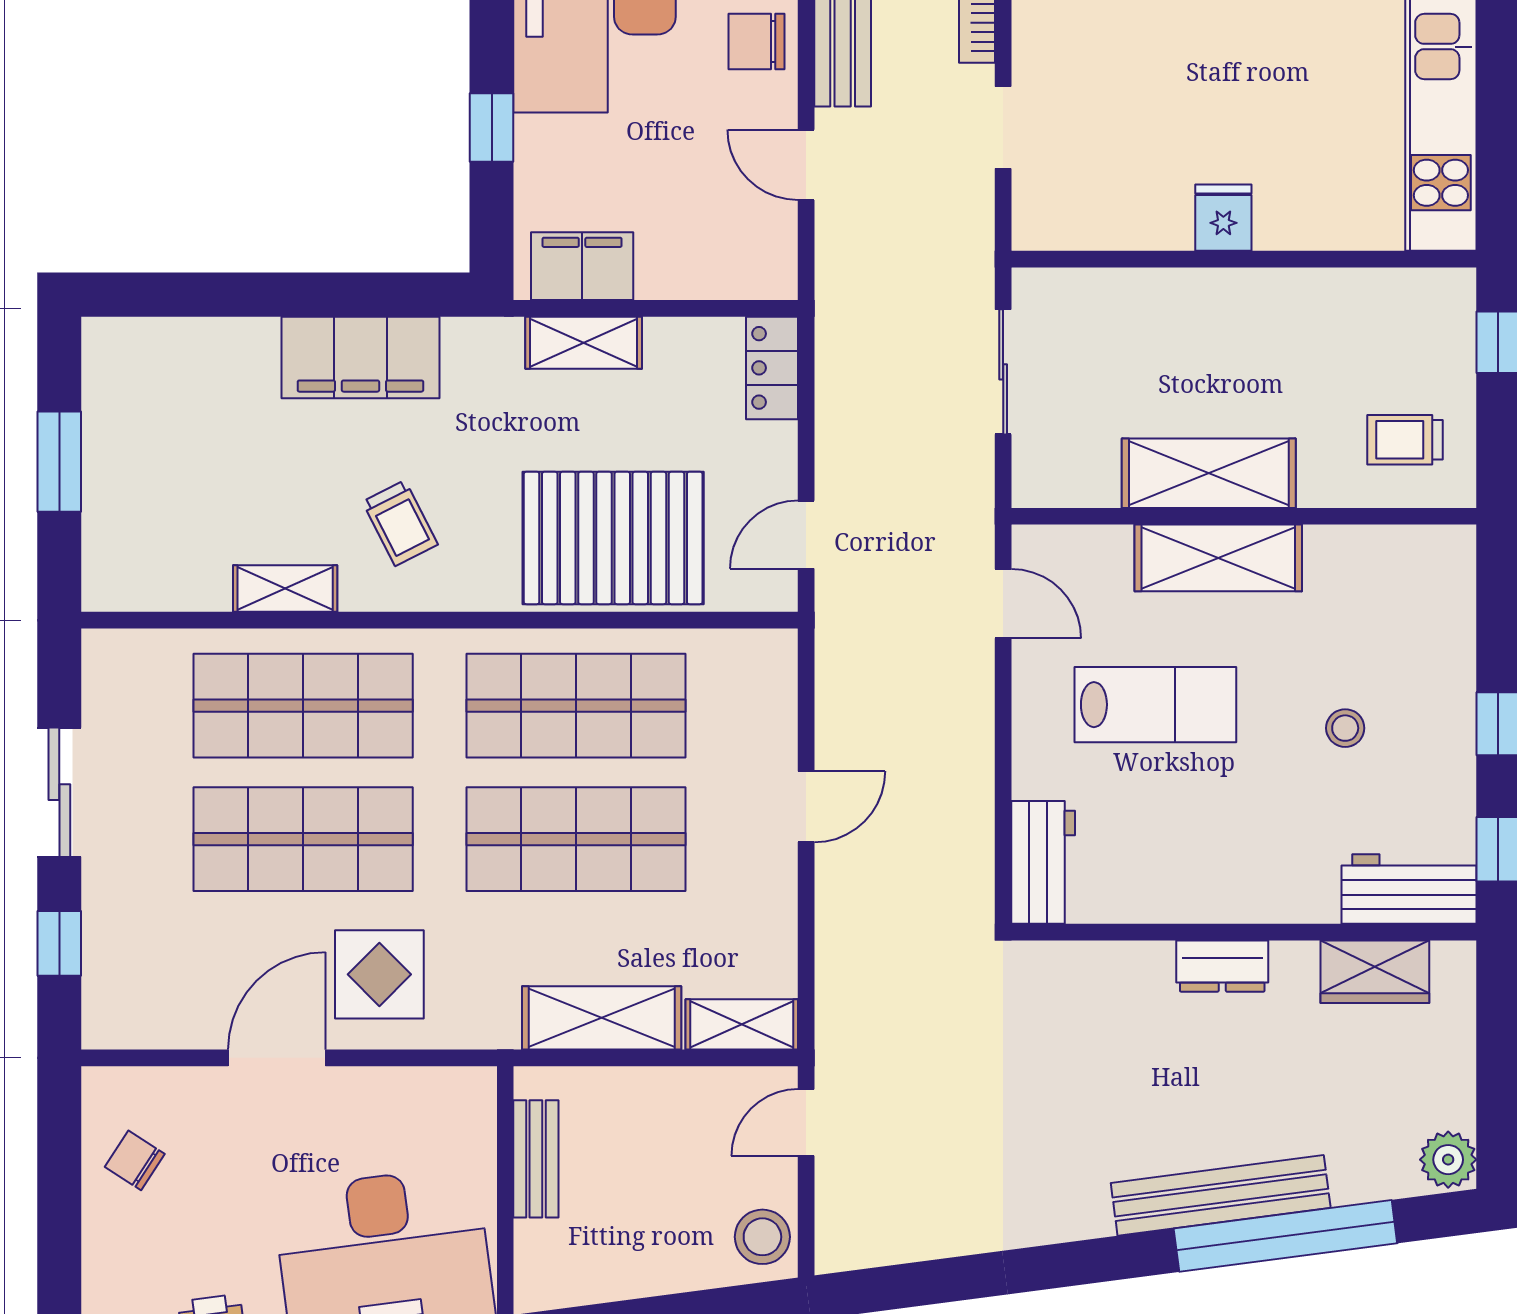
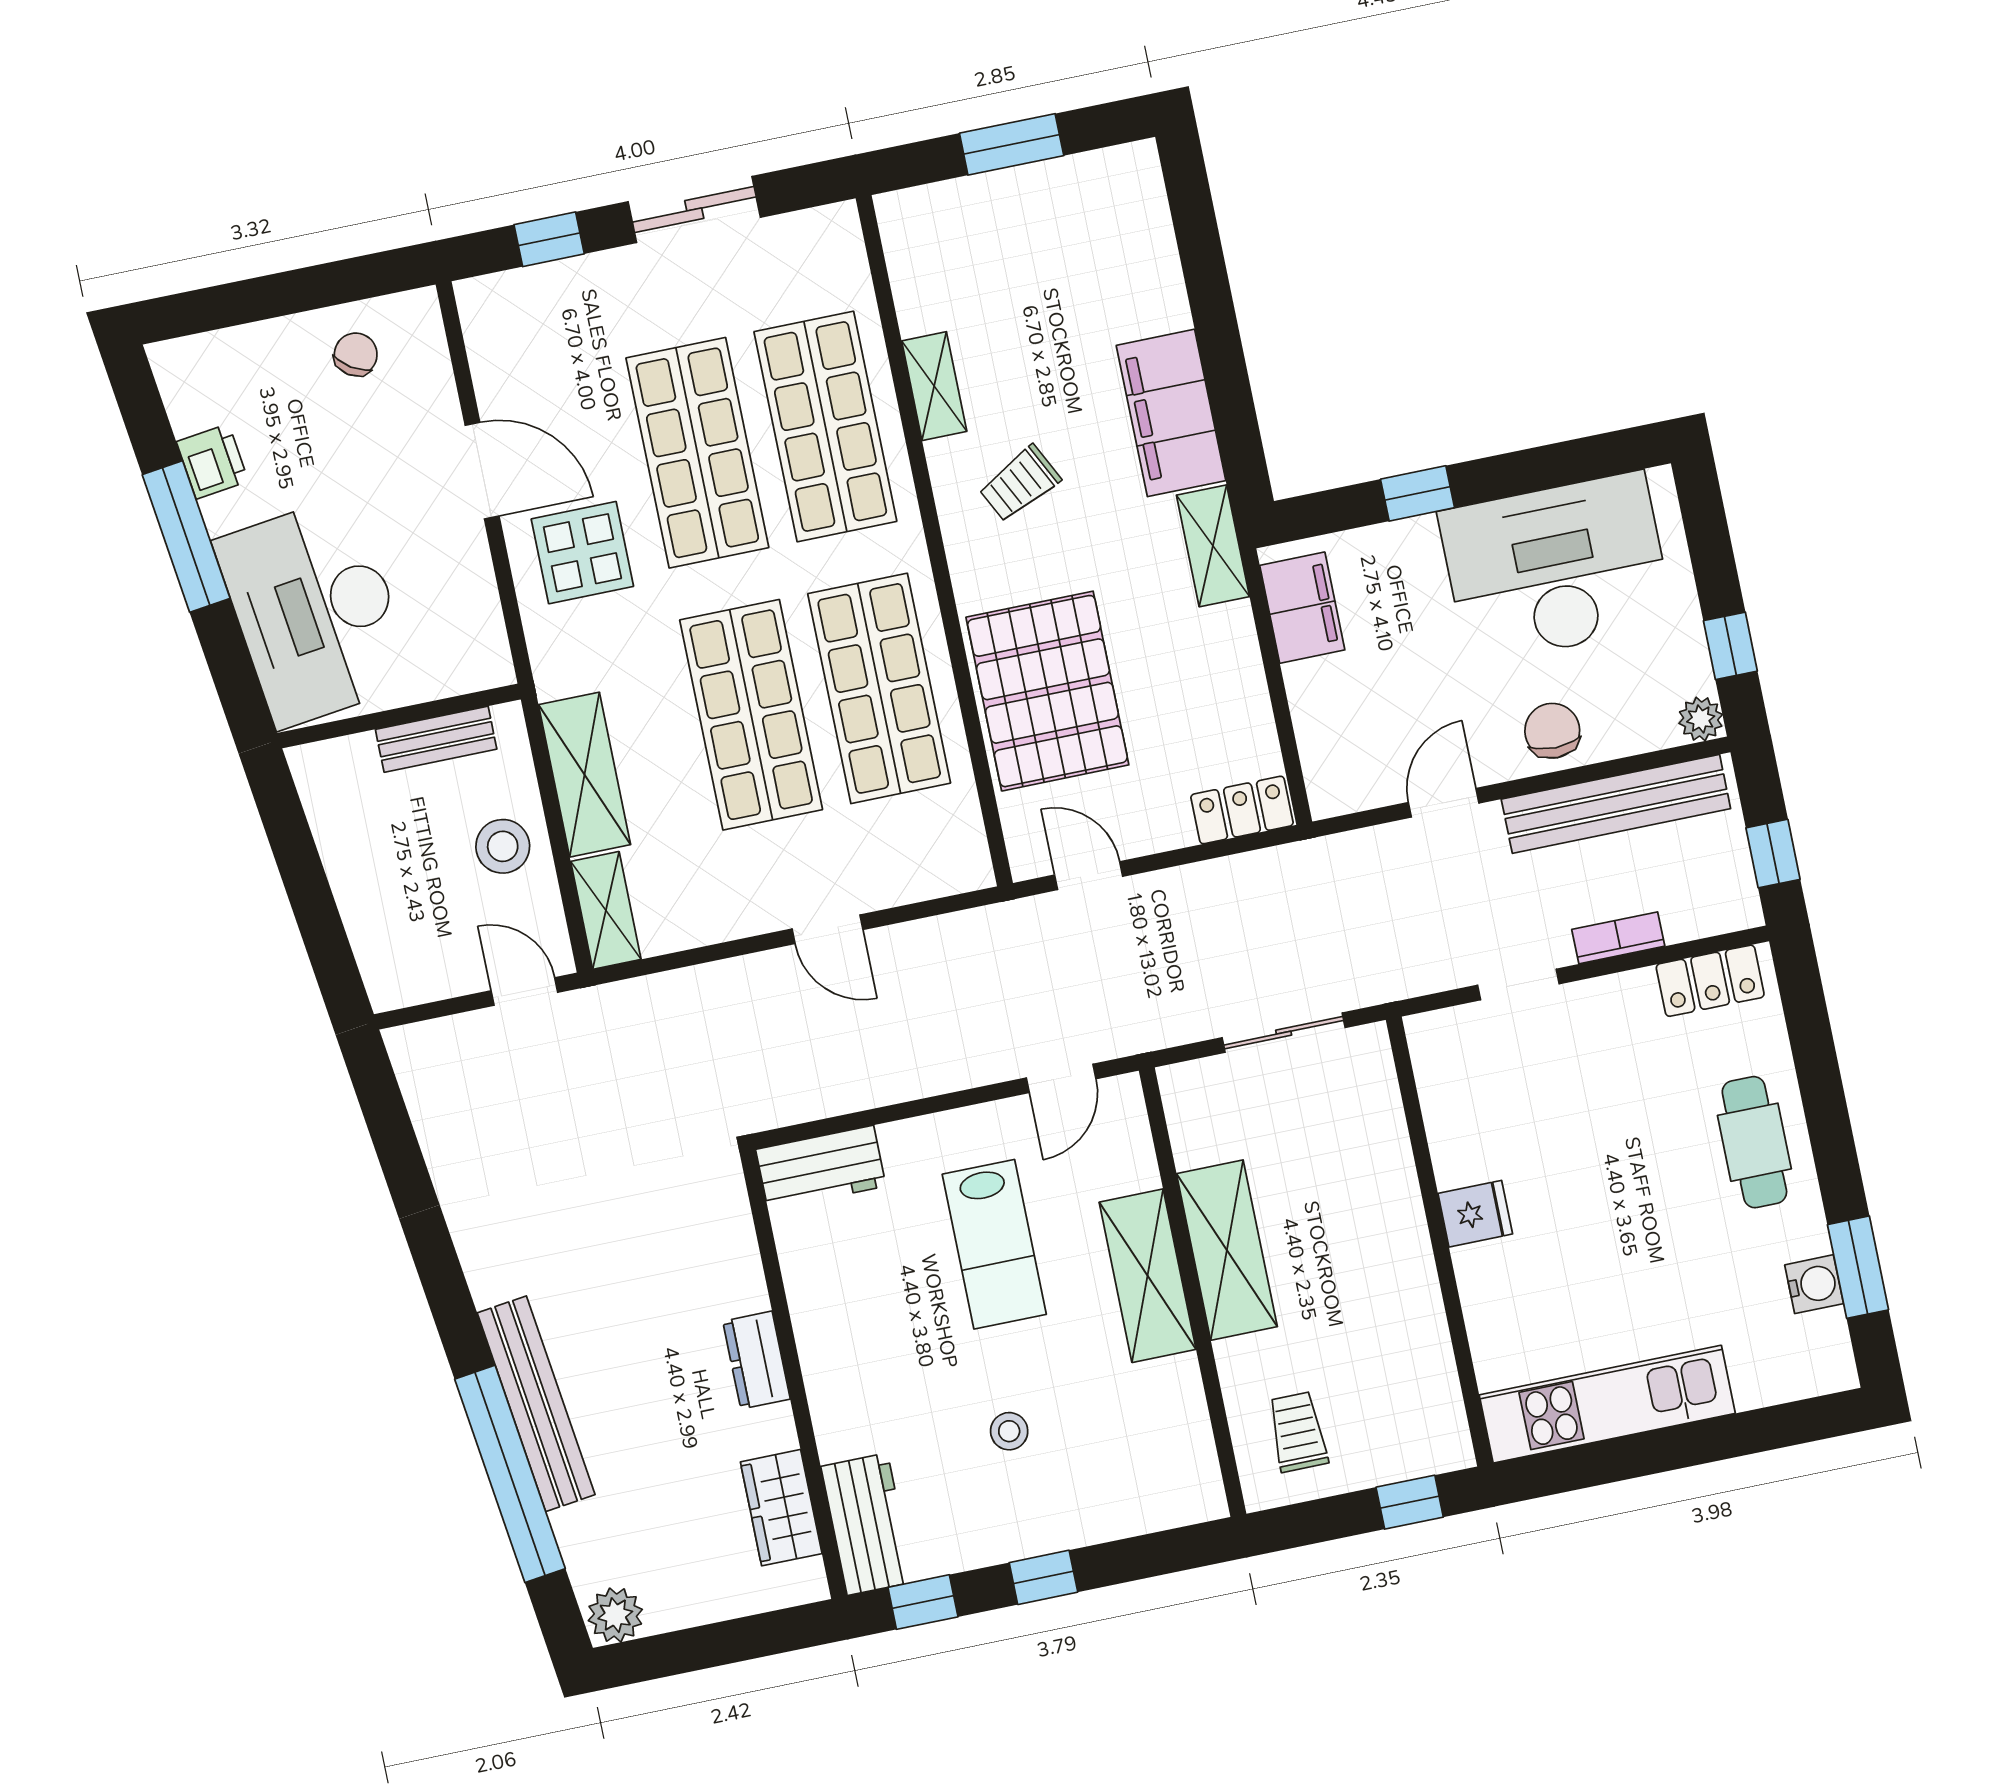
shelving: (584, 343) -> (1213, 546), moved
stool: (762, 1237) -> (503, 846), moved

